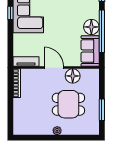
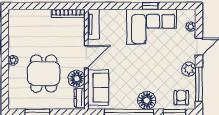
floor lamp: (91, 27) -> (147, 100), moved
sofa: (90, 51) -> (98, 87), moved, turned 90
dresser: (89, 73) -> (80, 98), added

